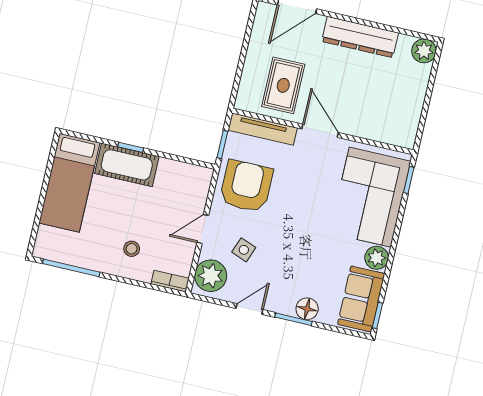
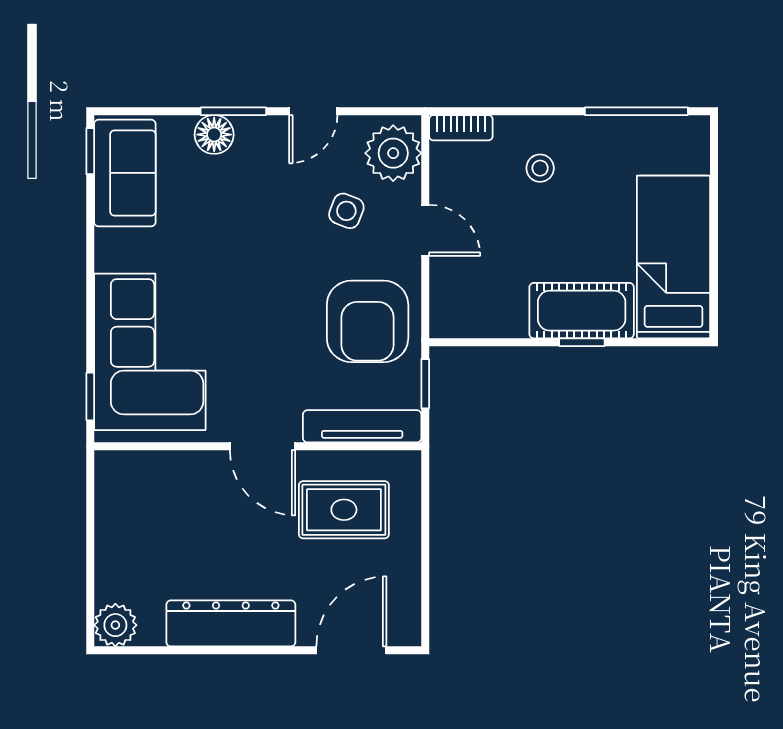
rug: (283, 85) -> (344, 510), turned 90
door: (203, 229) -> (425, 230), hinge flipped
plant: (377, 258) -> (115, 250), removed

